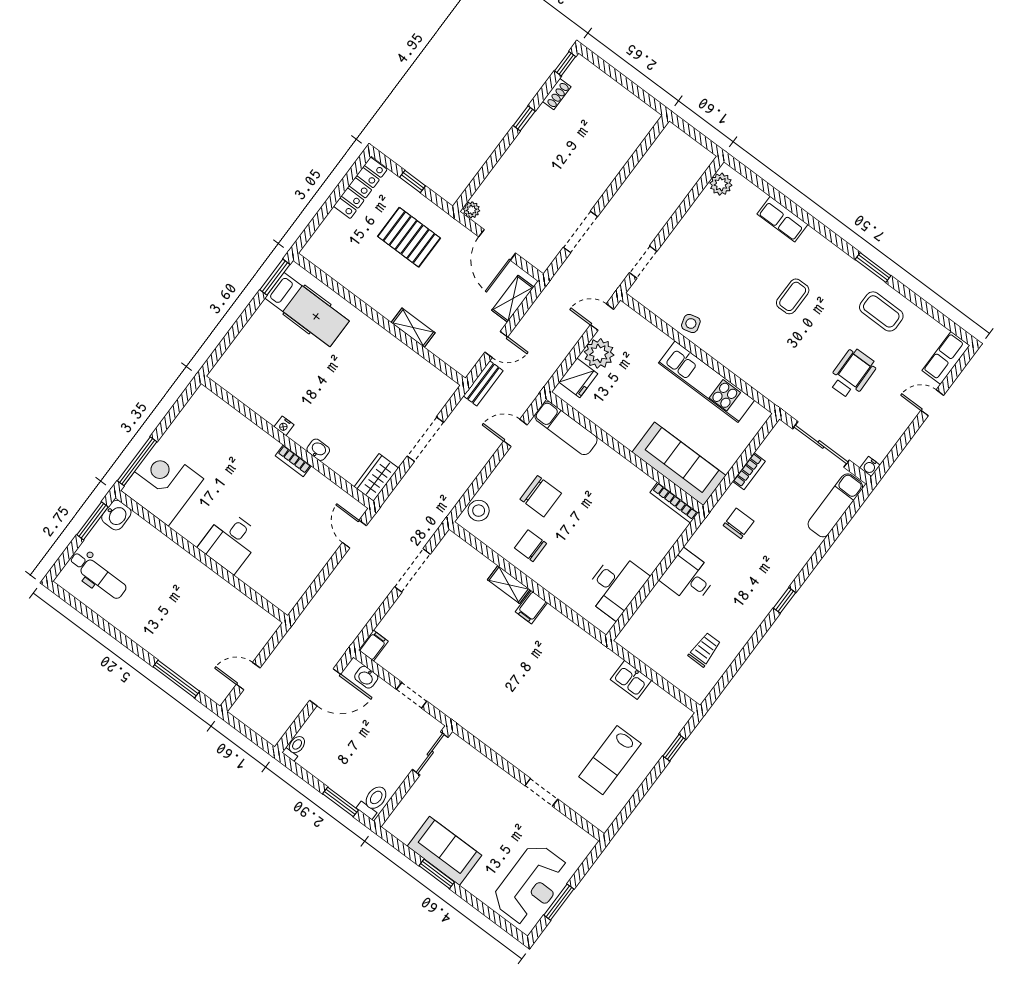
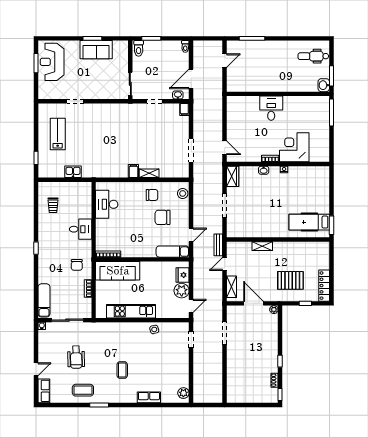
corner desk: (162, 485) -> (294, 147), moved, turned 180

